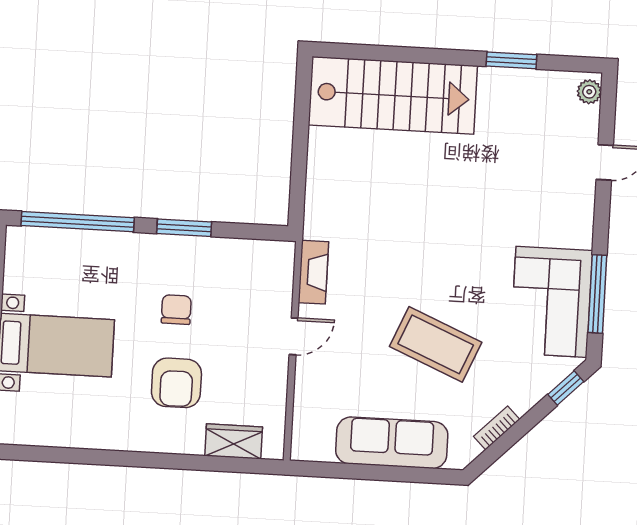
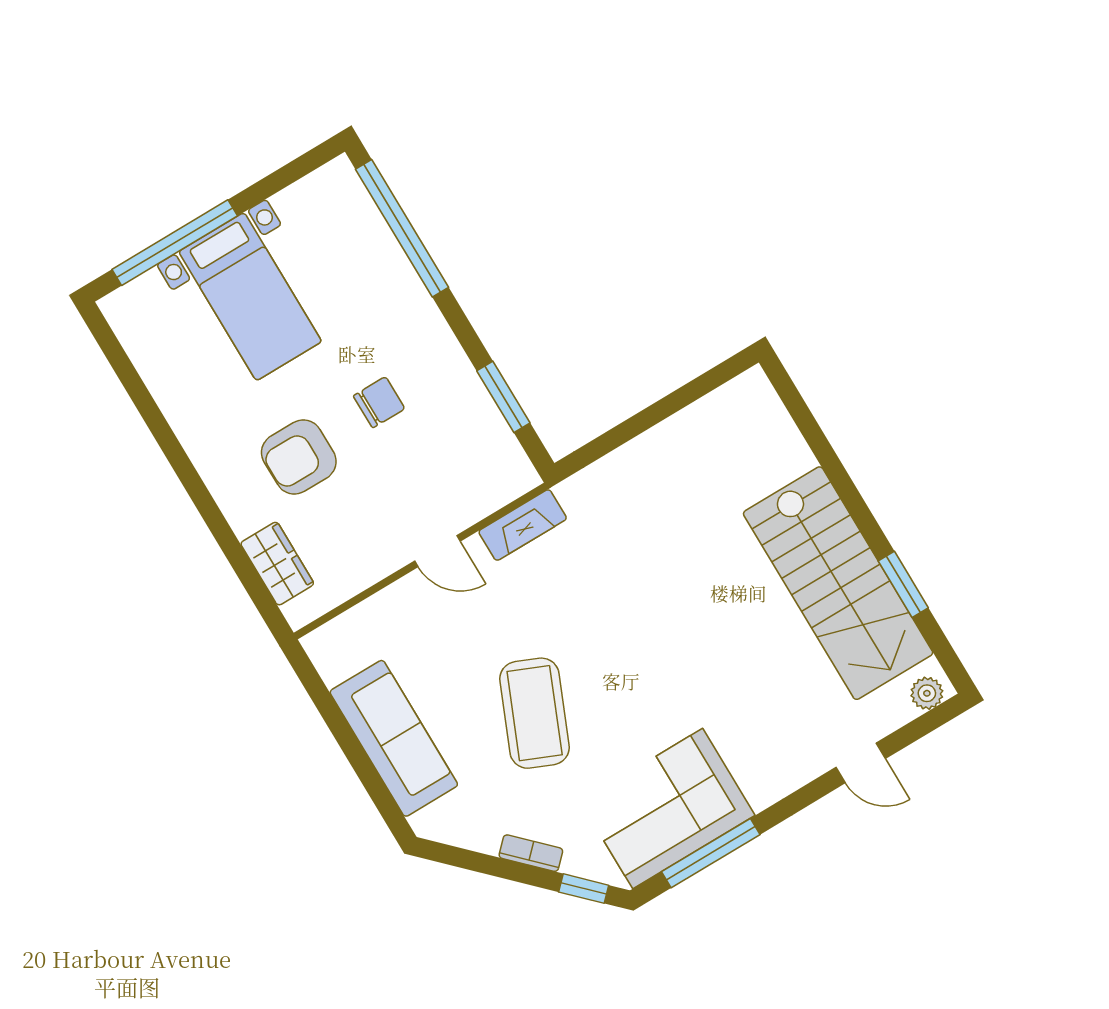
stairs: (393, 95) -> (838, 583), moved
window: (184, 228) -> (503, 397), moved
bookcase: (497, 428) -> (531, 853), moved

